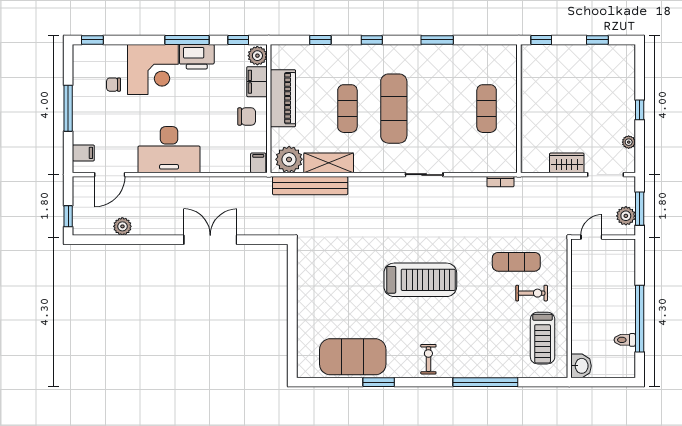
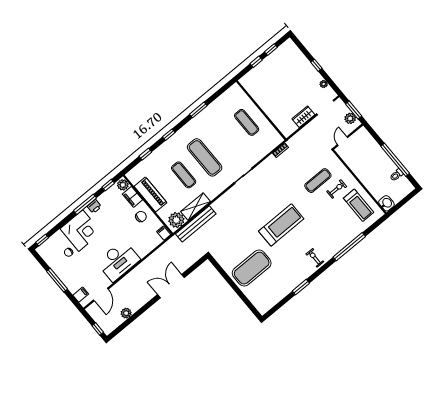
window: (541, 40) -> (256, 62), moved
printer: (197, 57) -> (94, 206), width x0.53, depth x0.68
exercise mat: (353, 357) -> (252, 268), moved

